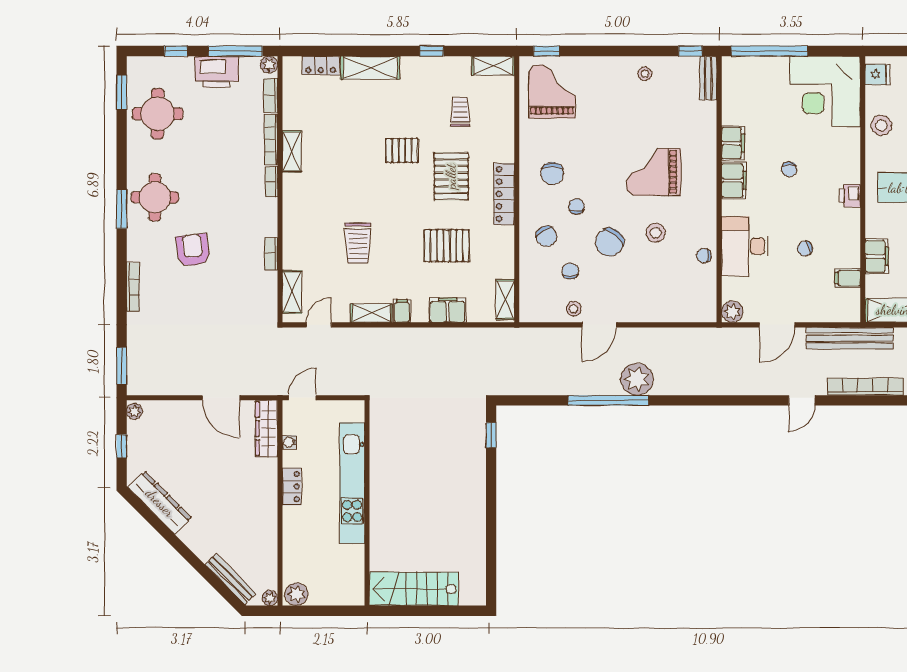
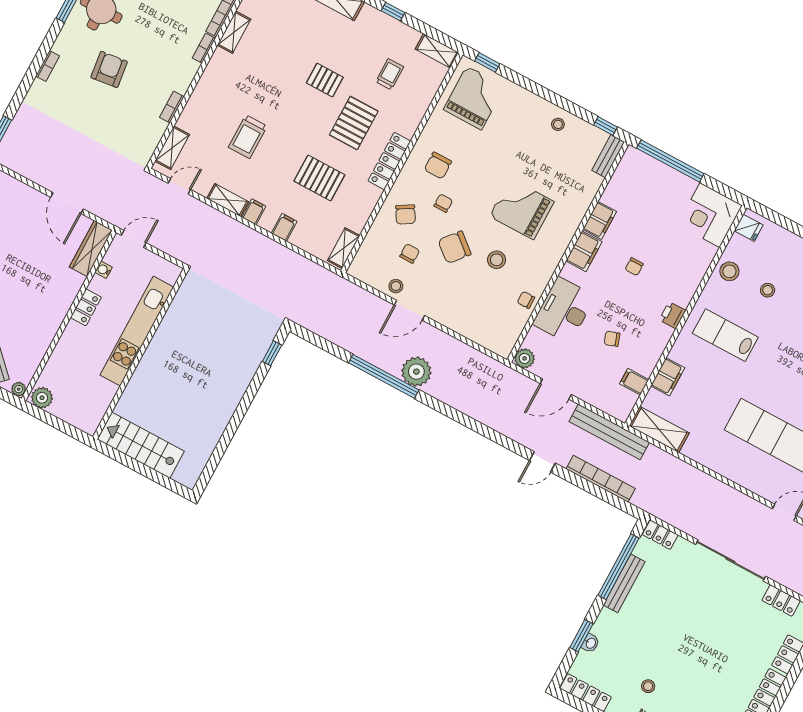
corner desk: (825, 91) -> (710, 215), width x0.74, depth x0.74
bookcase: (133, 287) -> (48, 66), width x0.64
filing cabinet: (448, 310) -> (284, 227), width x0.50

